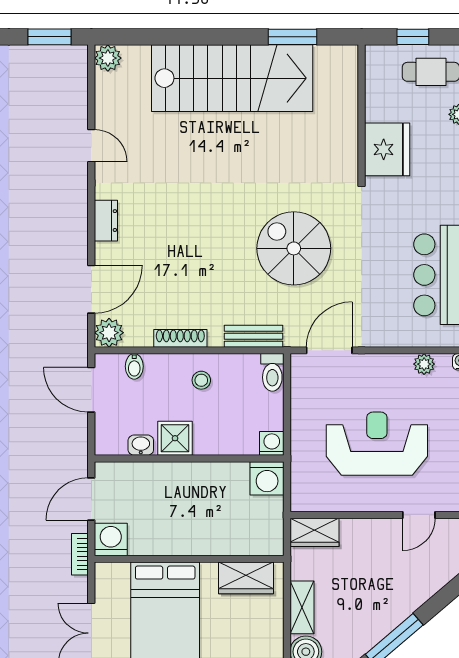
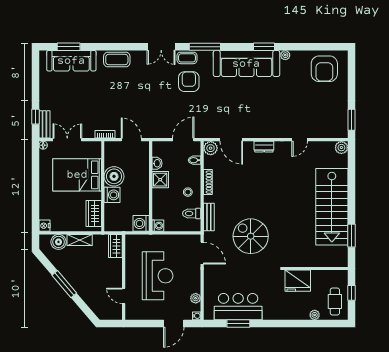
spiral stairs: (294, 248) -> (251, 236), turned -90
toilet: (272, 372) -> (192, 213), moved
boiler: (168, 535) -> (114, 176), added
washing machine: (111, 539) -> (112, 195), moved

